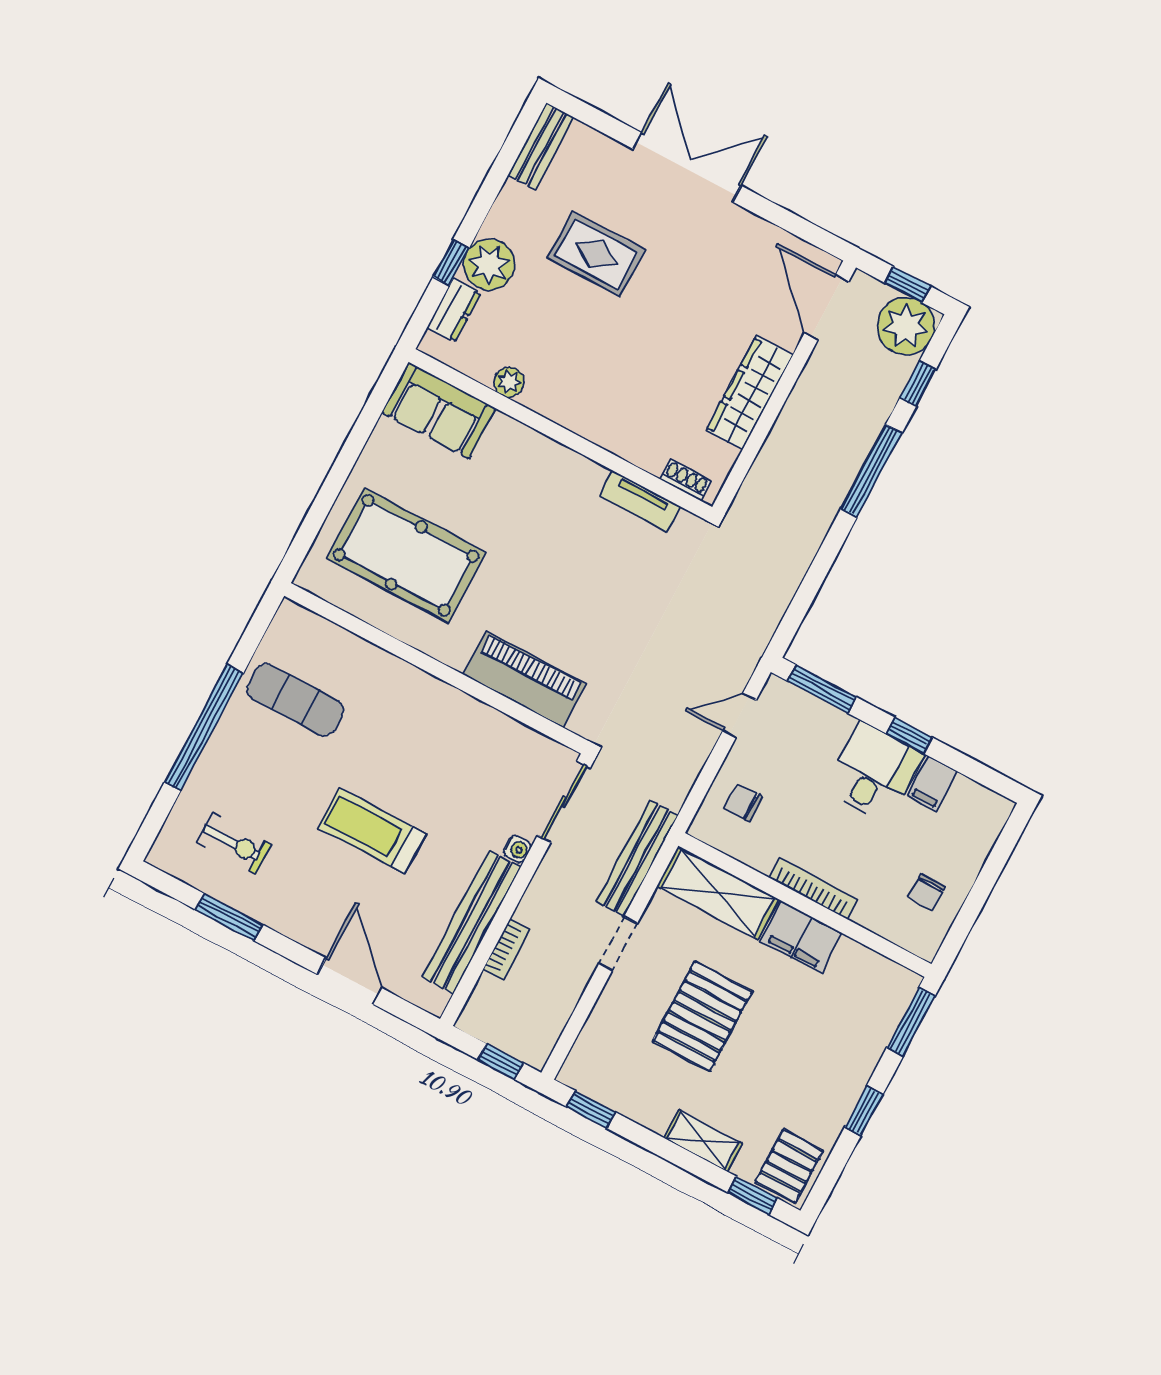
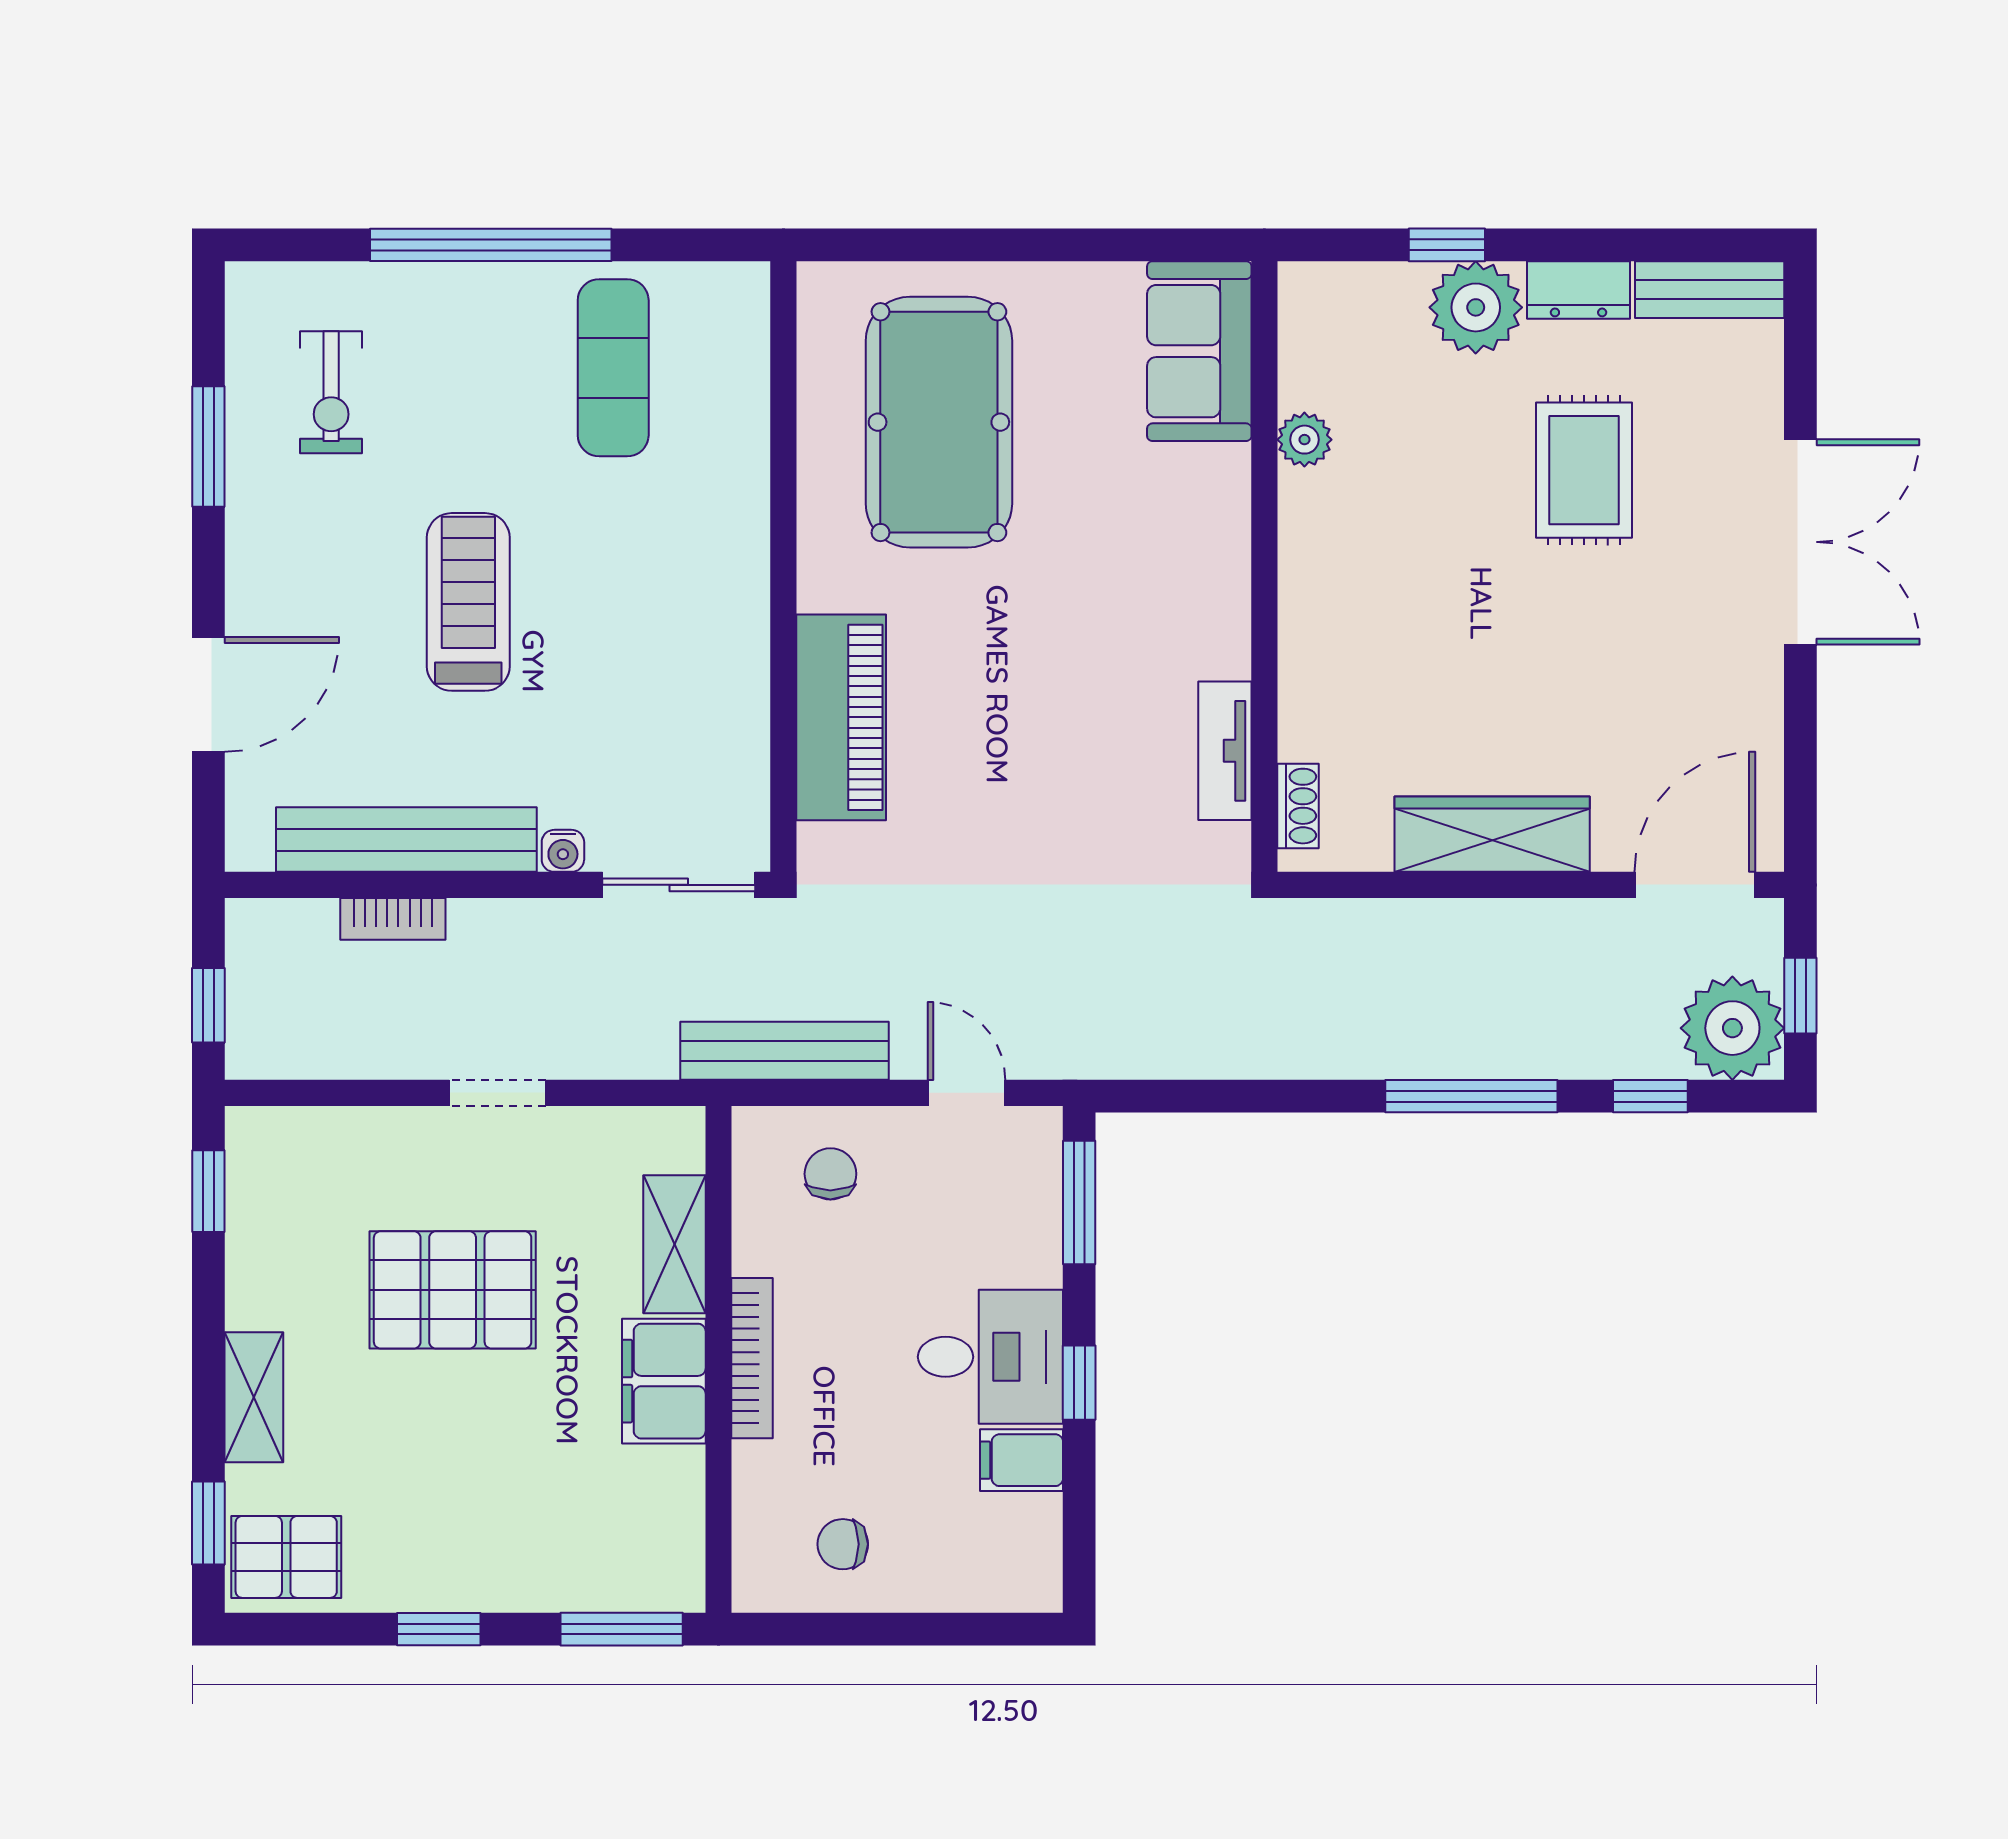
dresser: (454, 310) -> (1579, 290), moved
bench: (637, 858) -> (785, 1051), moved
shelving: (718, 893) -> (674, 1244), width x0.67, depth x0.75

